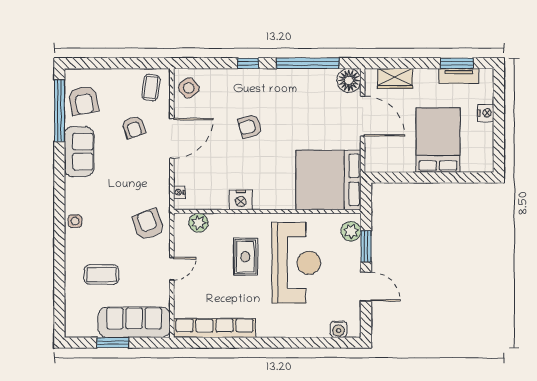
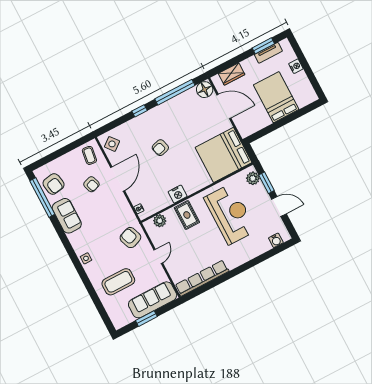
rug: (245, 257) -> (187, 215), moved
coffee table: (101, 275) -> (118, 282), width x1.36, depth x1.32

